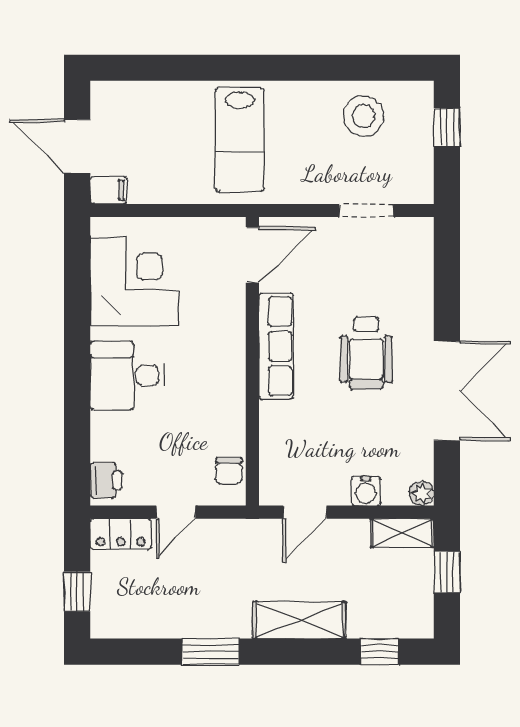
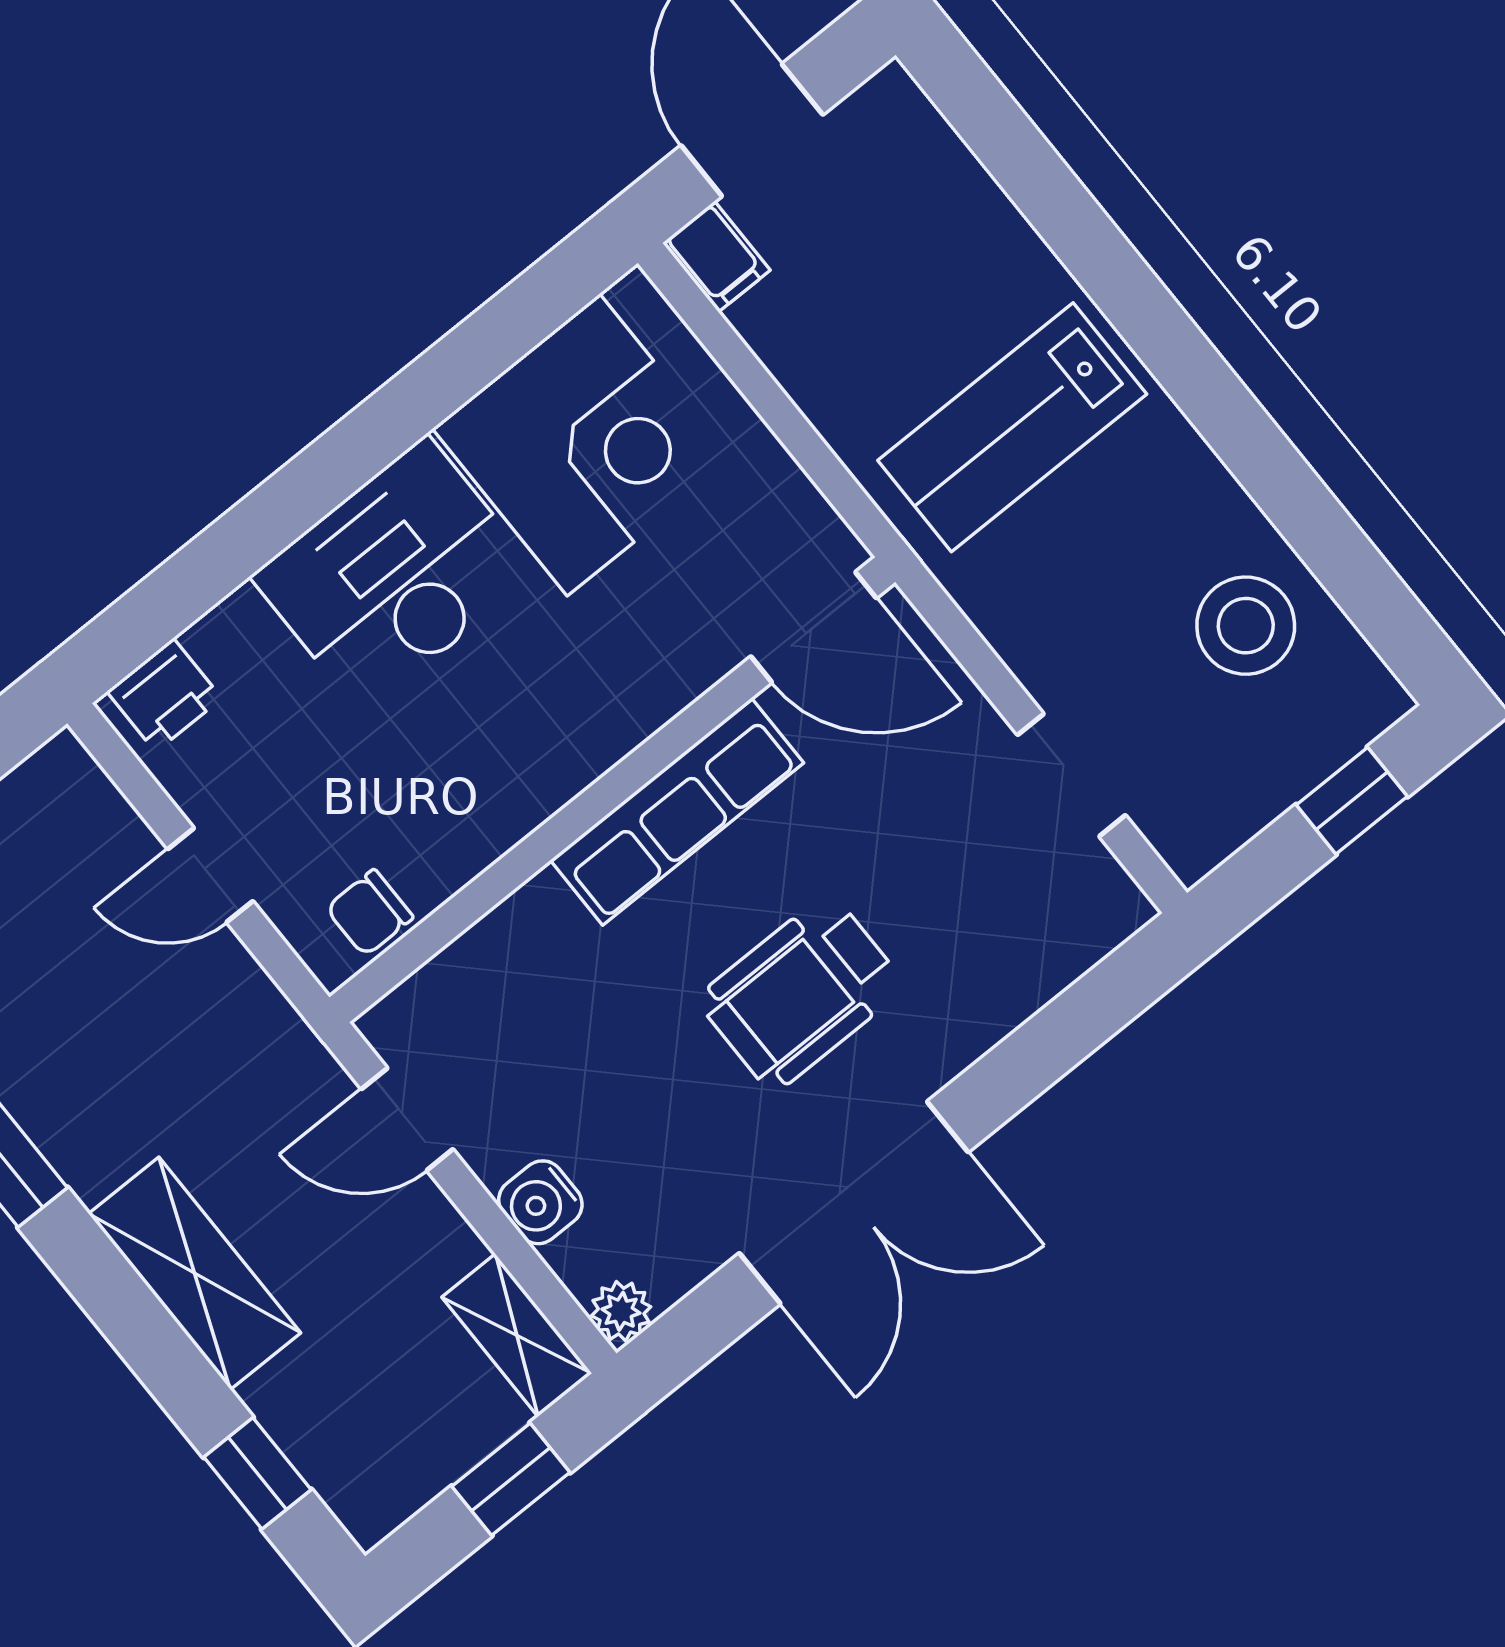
desk: (127, 376) -> (395, 575), width x1.37
locker: (121, 534) -> (85, 804), removed

